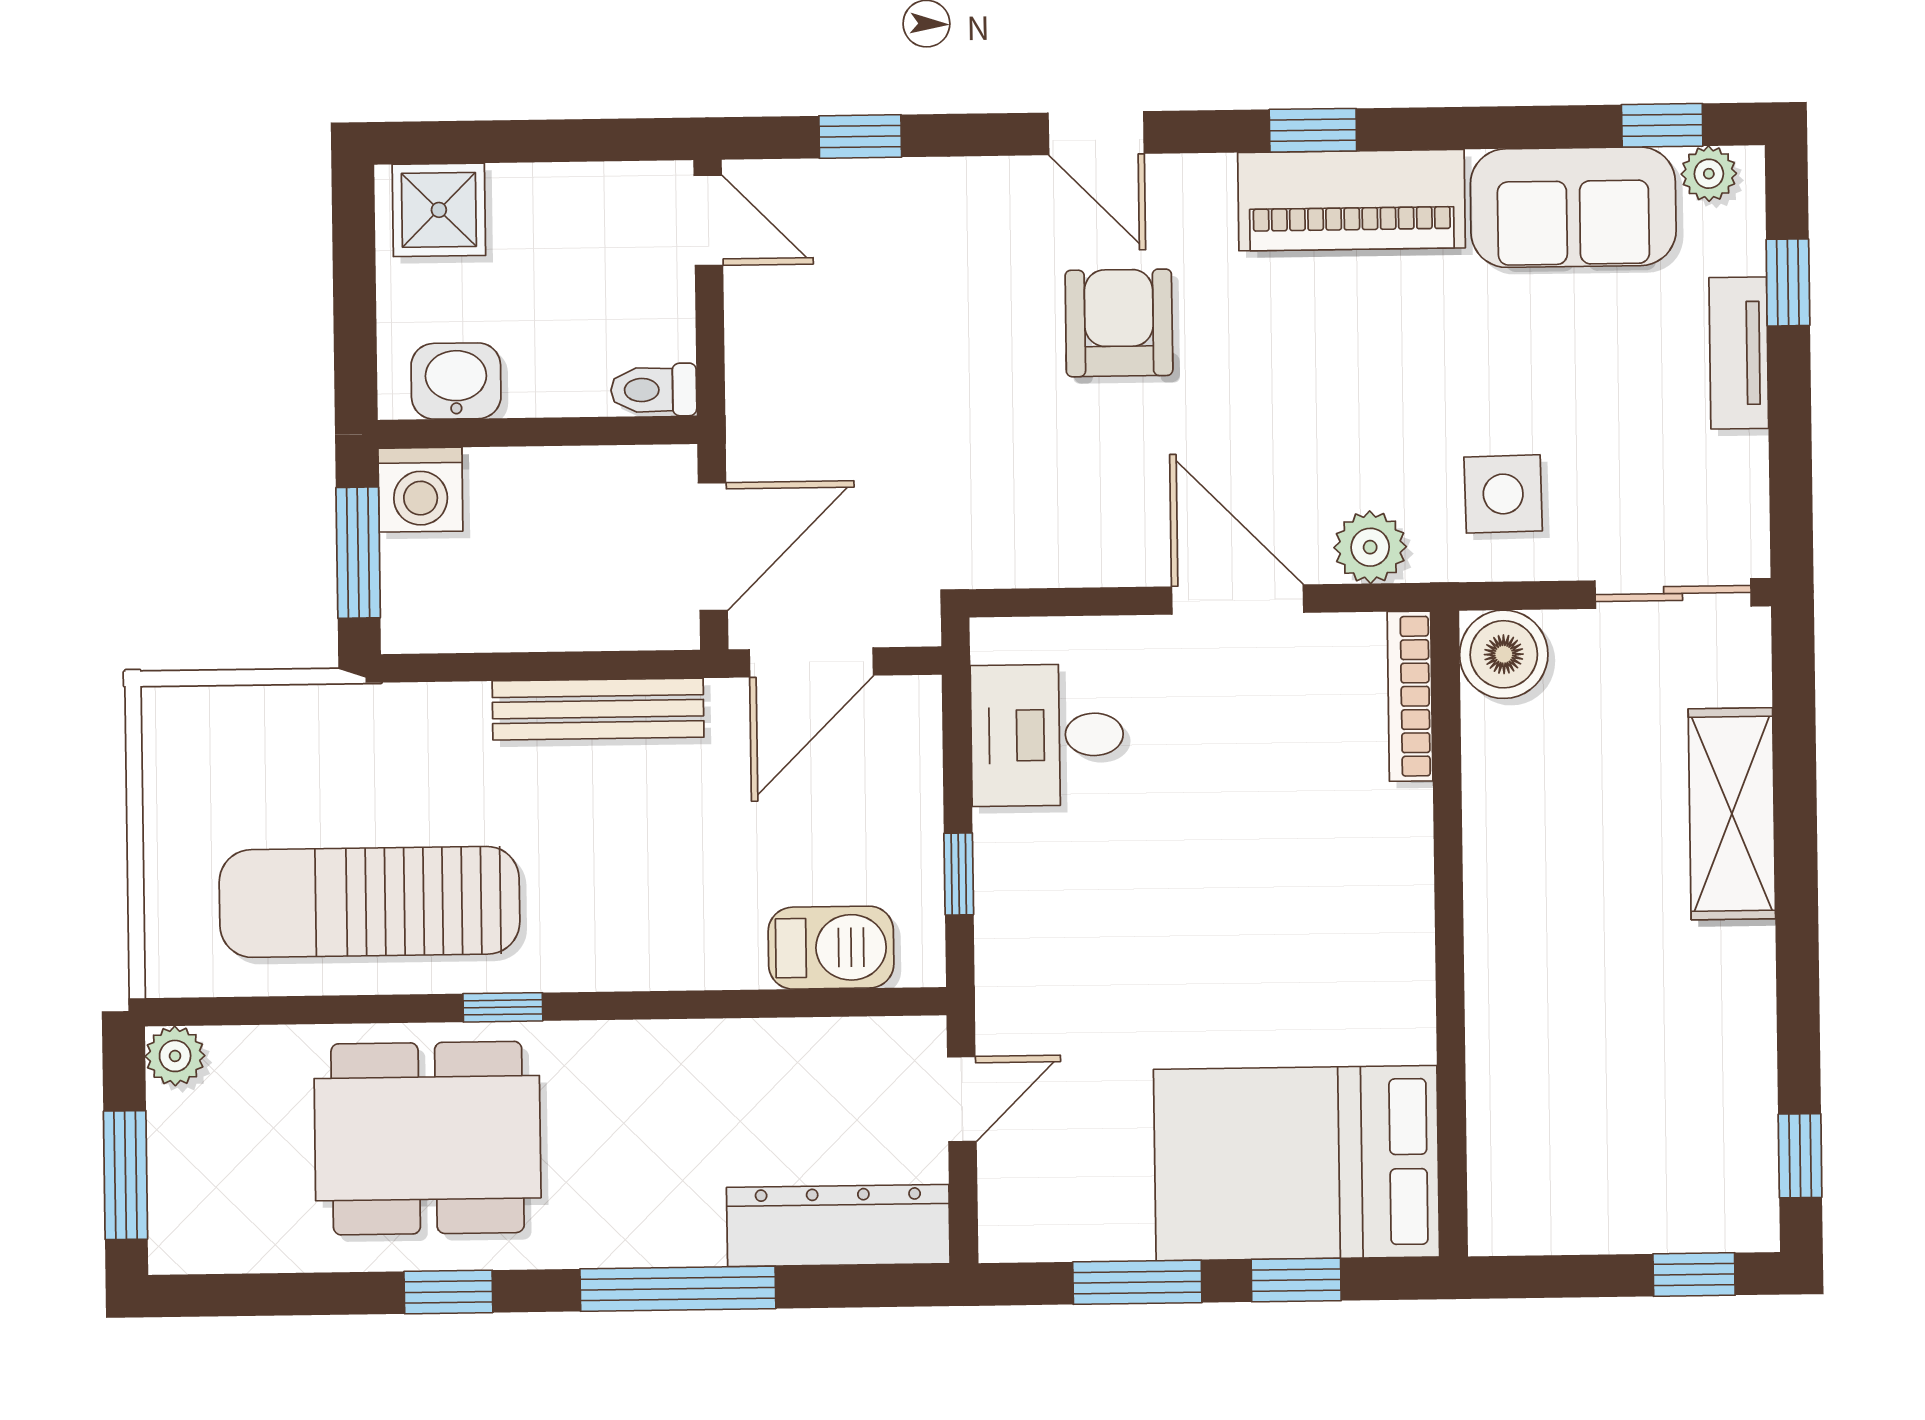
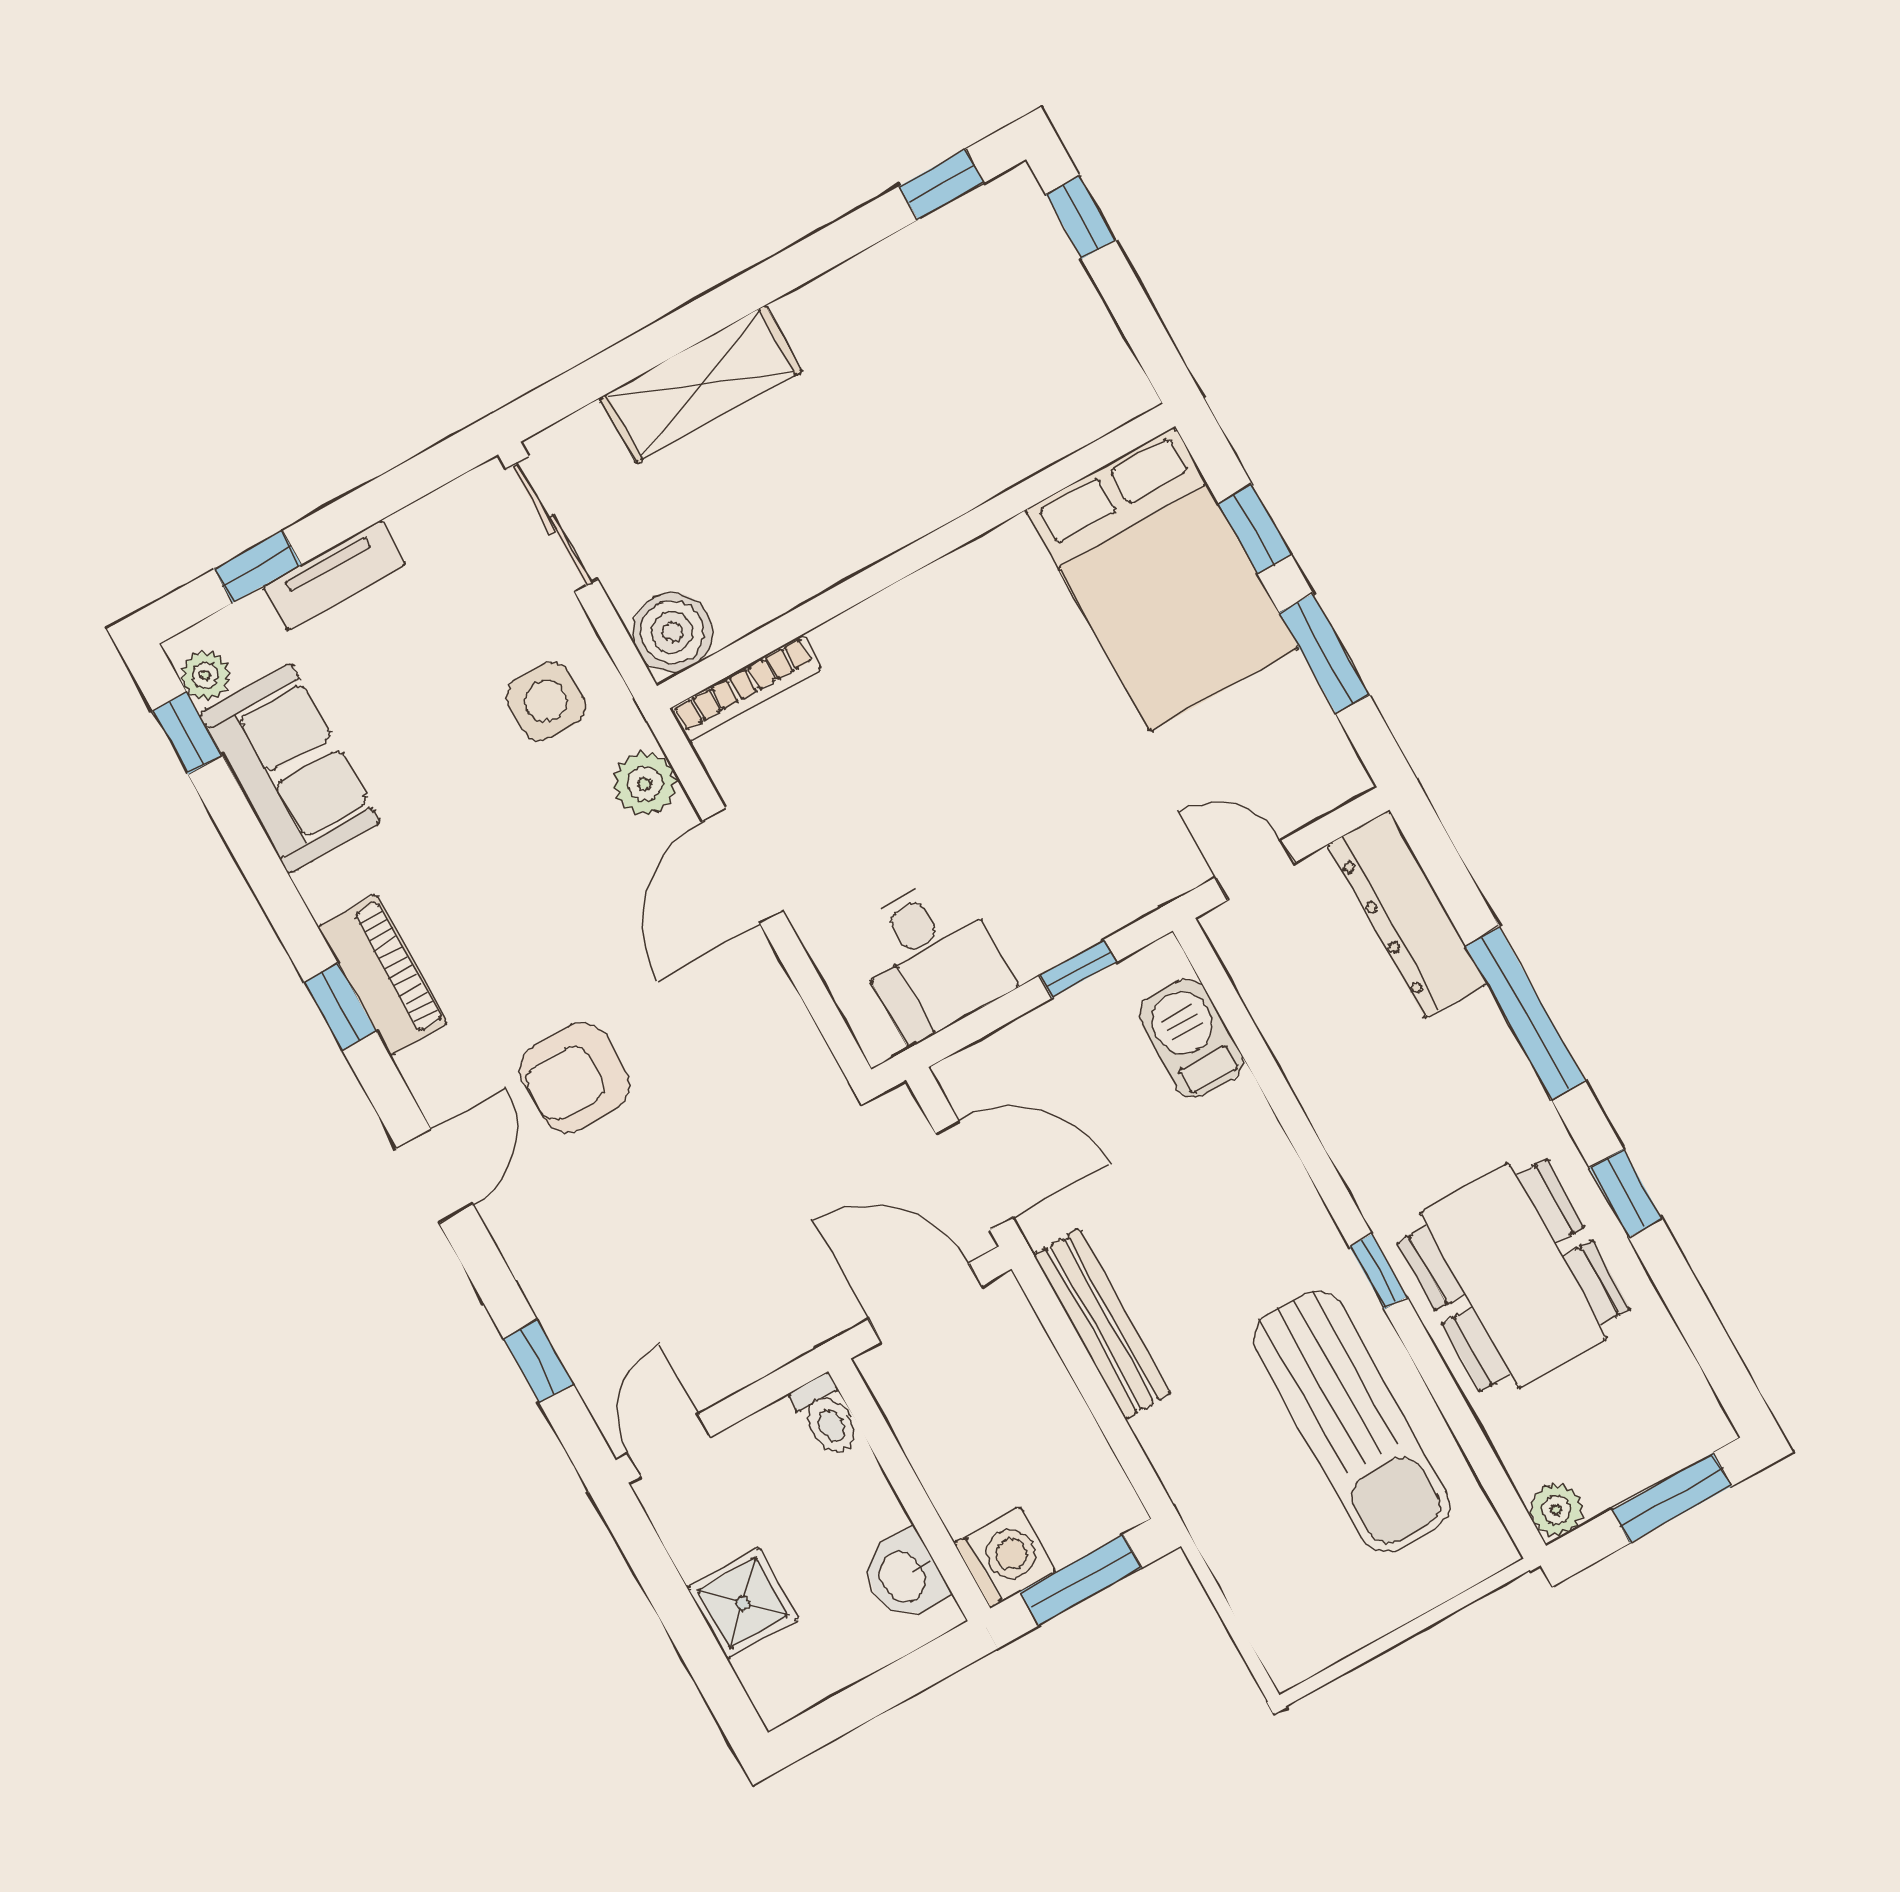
piano: (1352, 200) -> (383, 975), width x0.73, depth x0.75
shower: (439, 210) -> (743, 1603), moved

